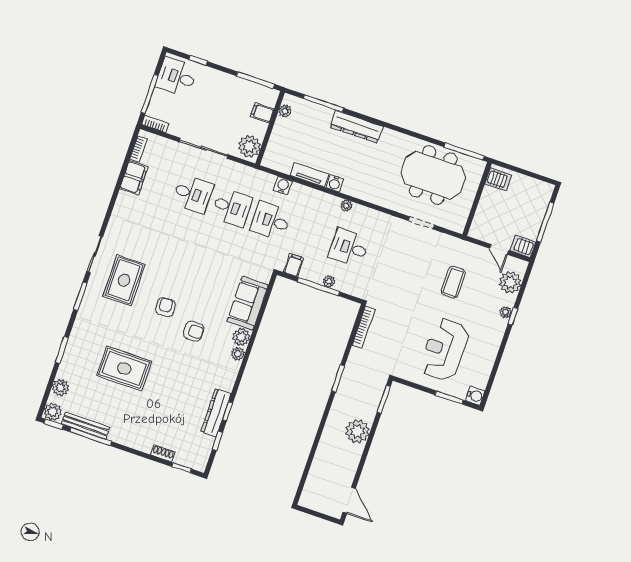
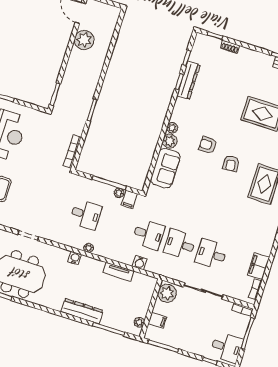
water cooler: (335, 183) -> (75, 258), moved
plant: (329, 281) -> (119, 193), moved
plant: (357, 431) -> (84, 40), moved

